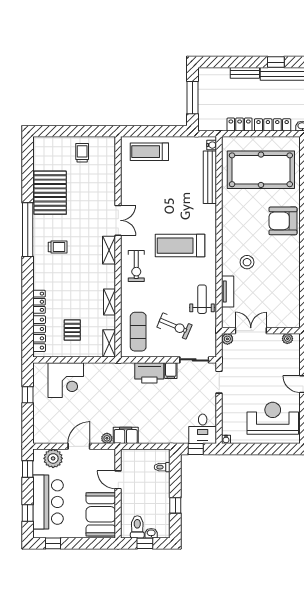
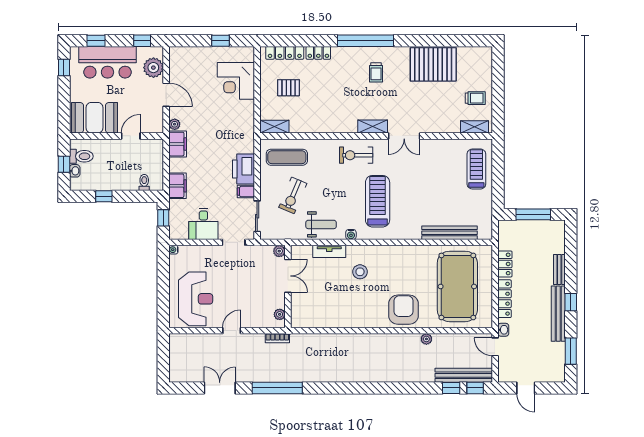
water cooler: (212, 145) -> (351, 234), moved
window: (28, 230) -> (366, 41), moved
shelving: (109, 302) -> (474, 127), moved
desk: (203, 429) -> (203, 224), moved, turned -90
filing cabinet: (165, 435) -> (178, 186), added

